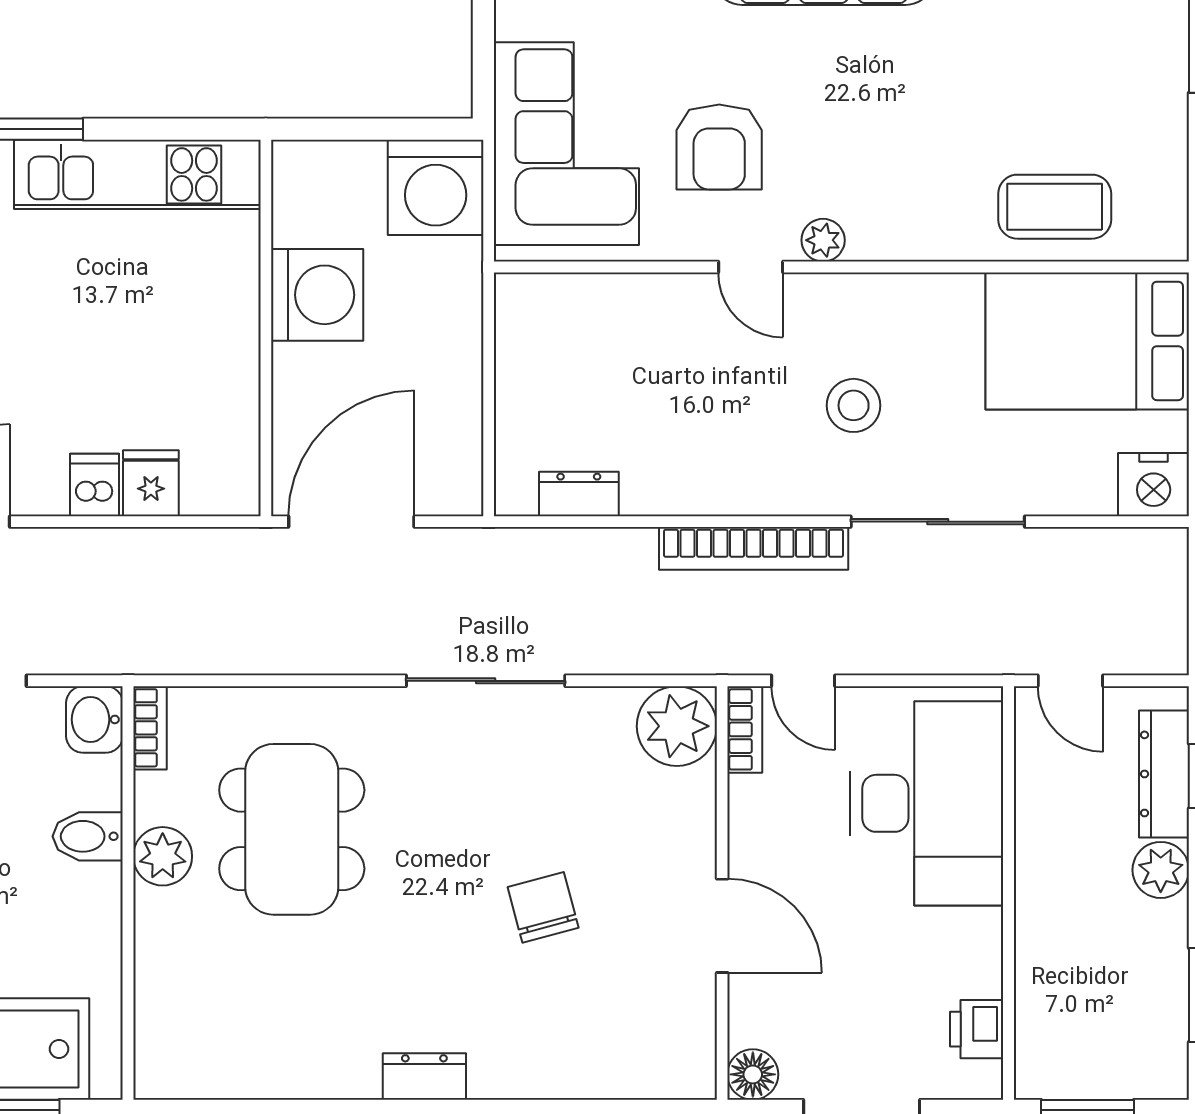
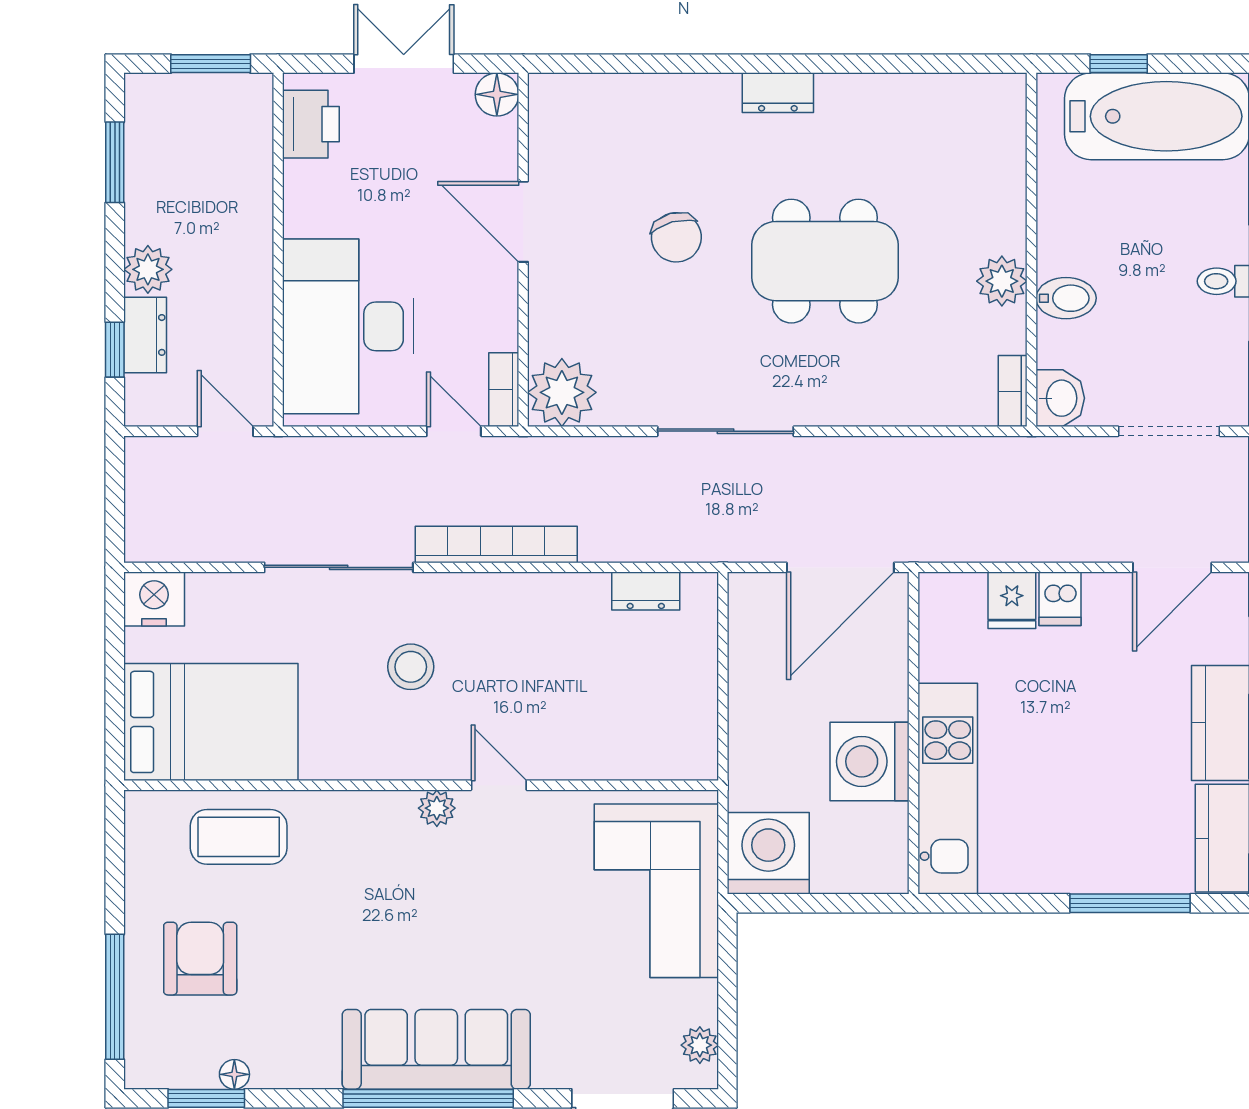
armchair: (719, 147) -> (200, 959), moved
kitchen unit: (137, 174) -> (948, 789), moved, turned 90
dresser: (1164, 774) -> (145, 335), width x0.70
dining table: (292, 829) -> (825, 261), moved, turned 90
printer: (977, 1029) -> (311, 124), width x1.36, depth x1.24

